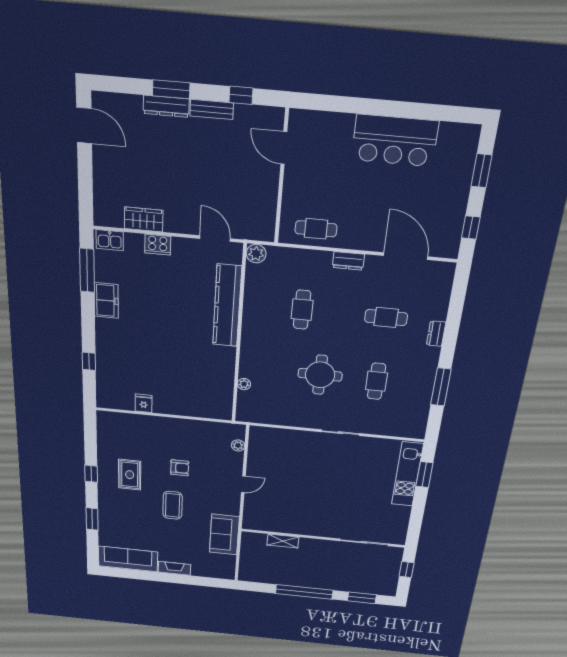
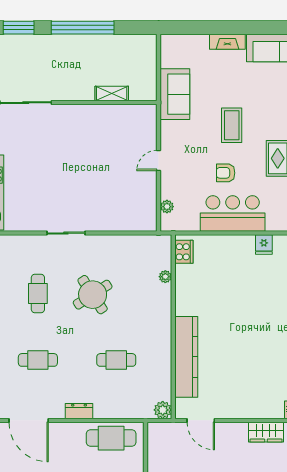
cafe table: (316, 229) -> (111, 438), width x1.37, depth x1.35
cooker: (158, 245) -> (184, 252), moved, turned 90
cafe table: (302, 310) -> (116, 360), turned 90
round table: (320, 375) -> (93, 295), turned -33
bar counter: (174, 433) -> (233, 213), added

